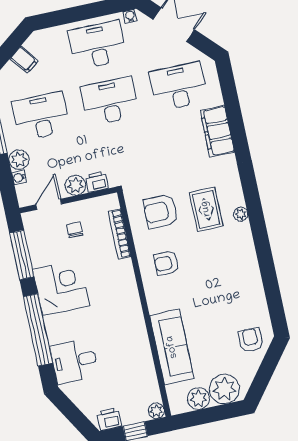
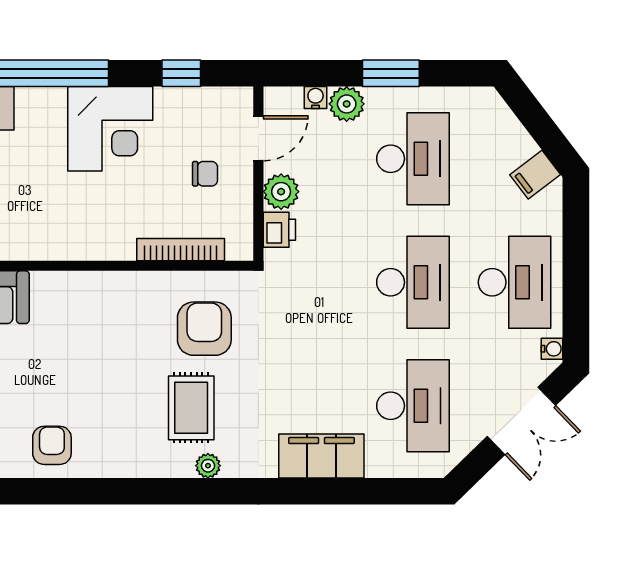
filing cabinet: (24, 60) -> (535, 175), moved
door: (49, 204) -> (258, 138), hinge flipped
rug: (206, 209) -> (191, 408), turned 90
plant: (241, 214) -> (208, 466), moved
window: (22, 255) -> (181, 73), width x0.46
armchair: (166, 263) -> (52, 445), moved

